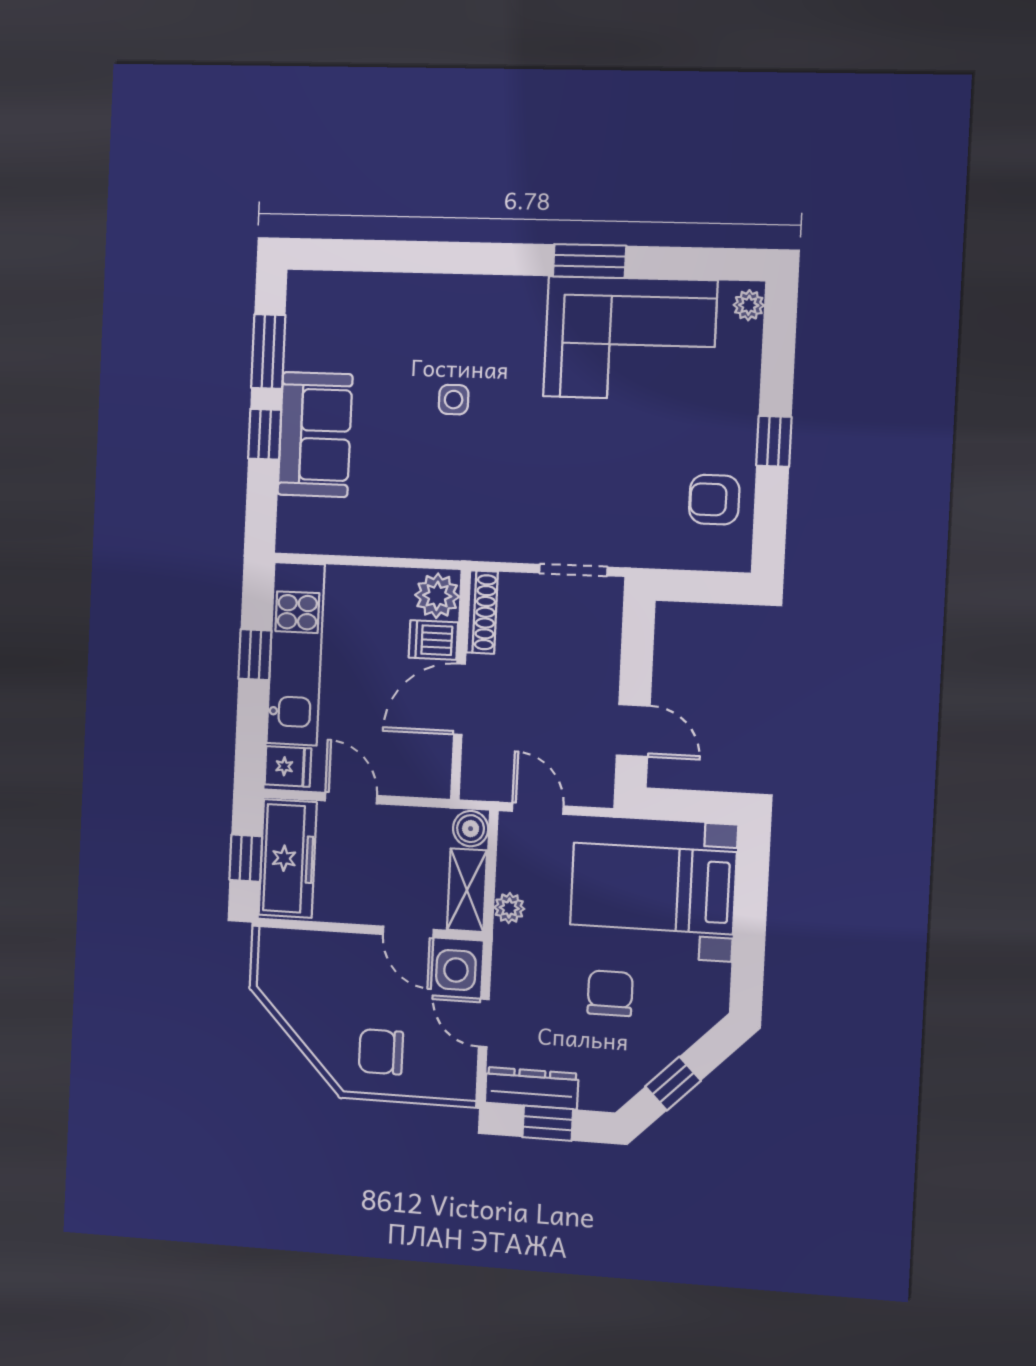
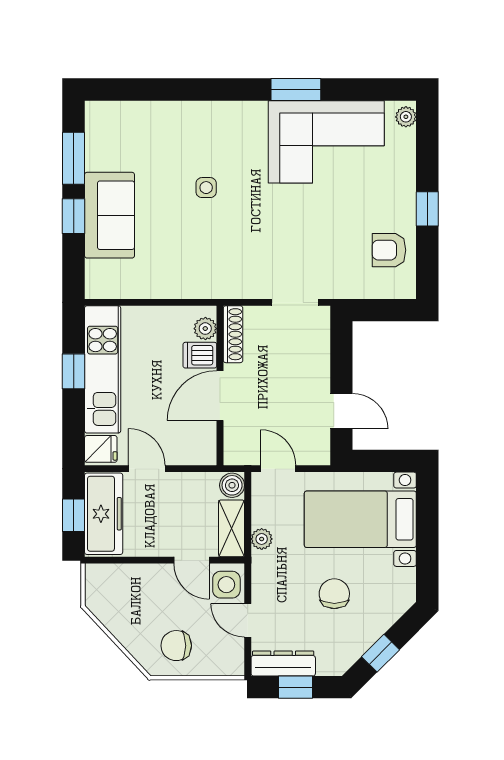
plant: (437, 596) -> (205, 329), width x0.73, depth x0.73

